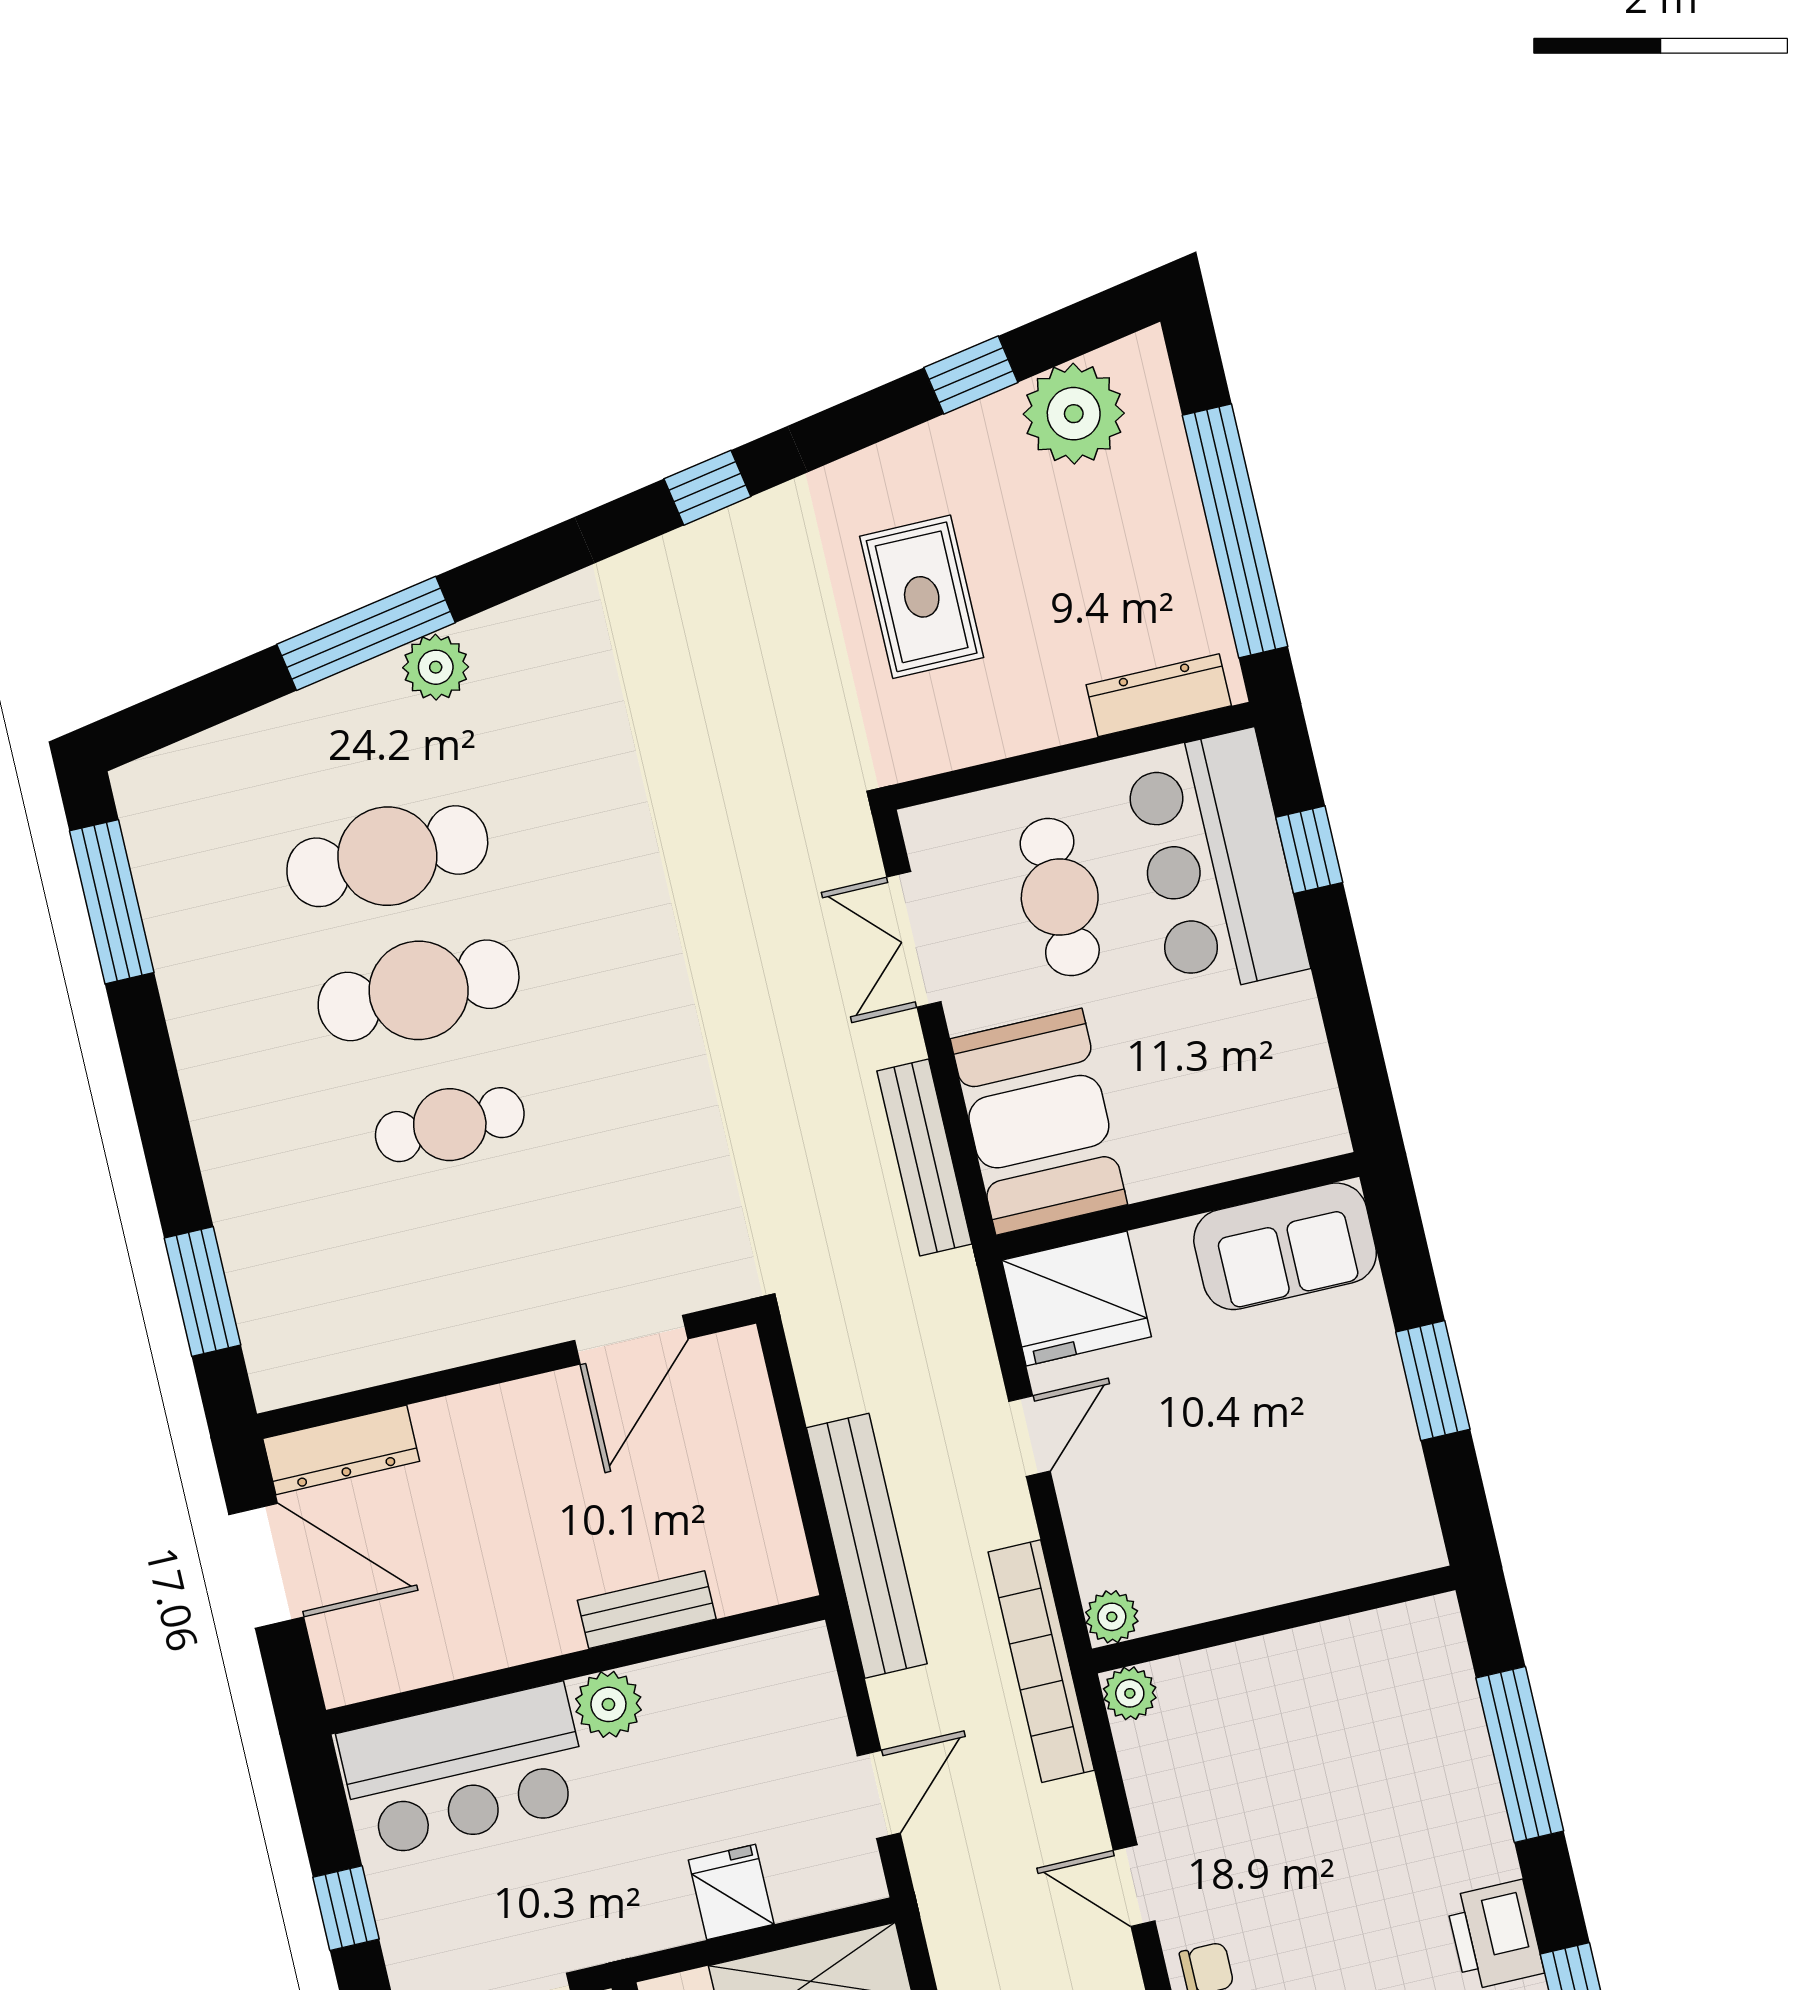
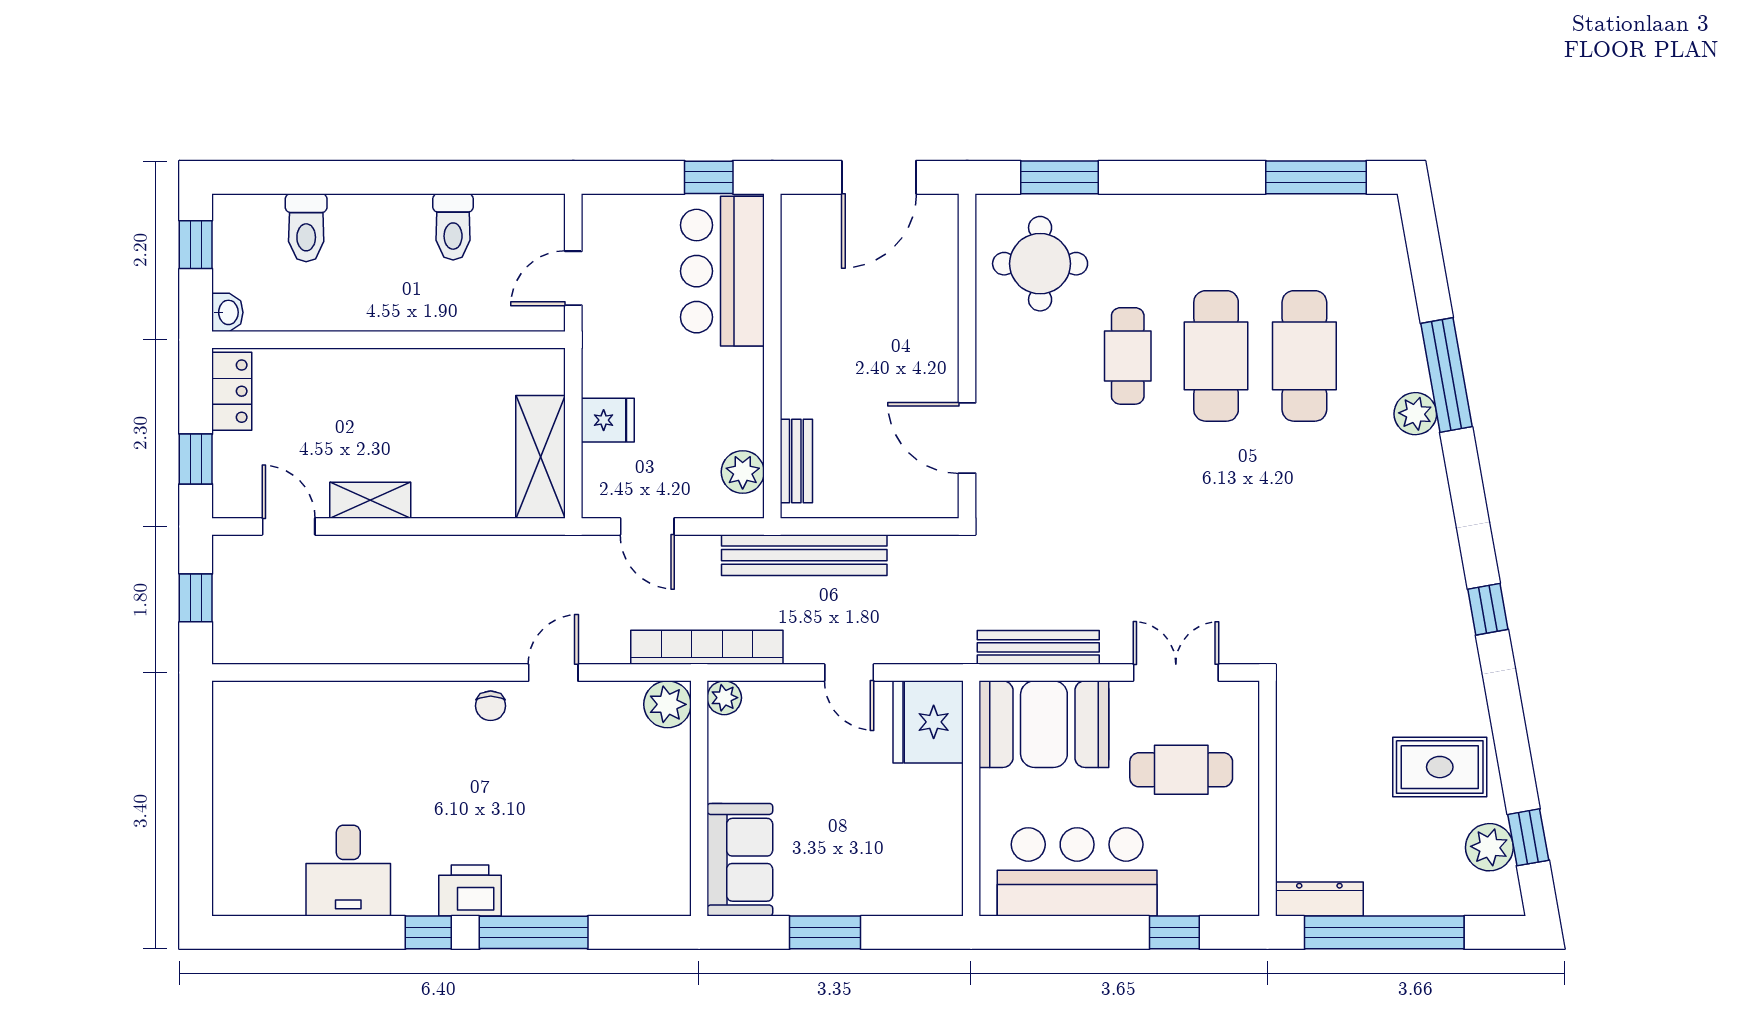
window: (971, 375) -> (1528, 837), moved
plant: (1074, 414) -> (1489, 847), width x0.73, depth x0.73
rug: (922, 597) -> (1440, 767), moved
dresser: (1159, 695) -> (1319, 899), moved, turned -90
bar counter: (1215, 863) -> (1077, 872), moved
sofa: (1285, 1246) -> (740, 860), moved, turned 180
round table: (341, 1290) -> (1040, 264), added
dresser: (341, 1450) -> (940, 241), removed
bench: (647, 1610) -> (796, 461), moved
plant: (1130, 1693) -> (667, 704), width x1.38, depth x1.38
plant: (608, 1704) -> (743, 472), moved
window: (1520, 1754) -> (534, 932), moved
window: (346, 1908) -> (709, 177), moved

